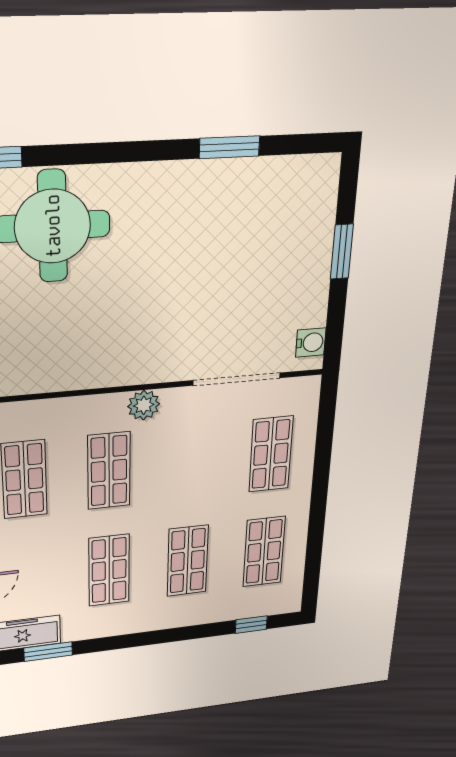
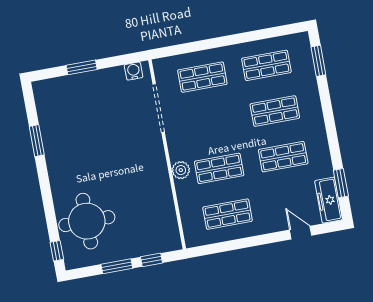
plant: (144, 405) -> (181, 170), moved
window: (251, 625) -> (318, 61), width x1.50

